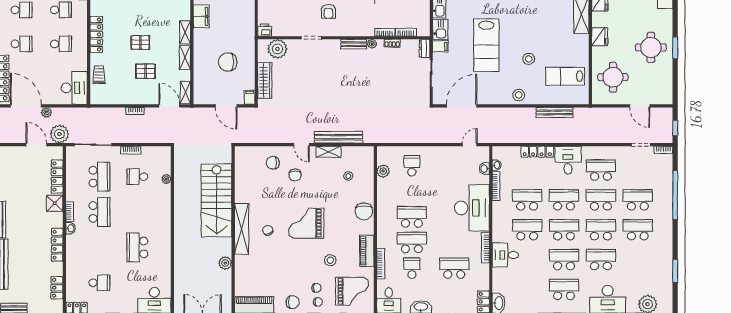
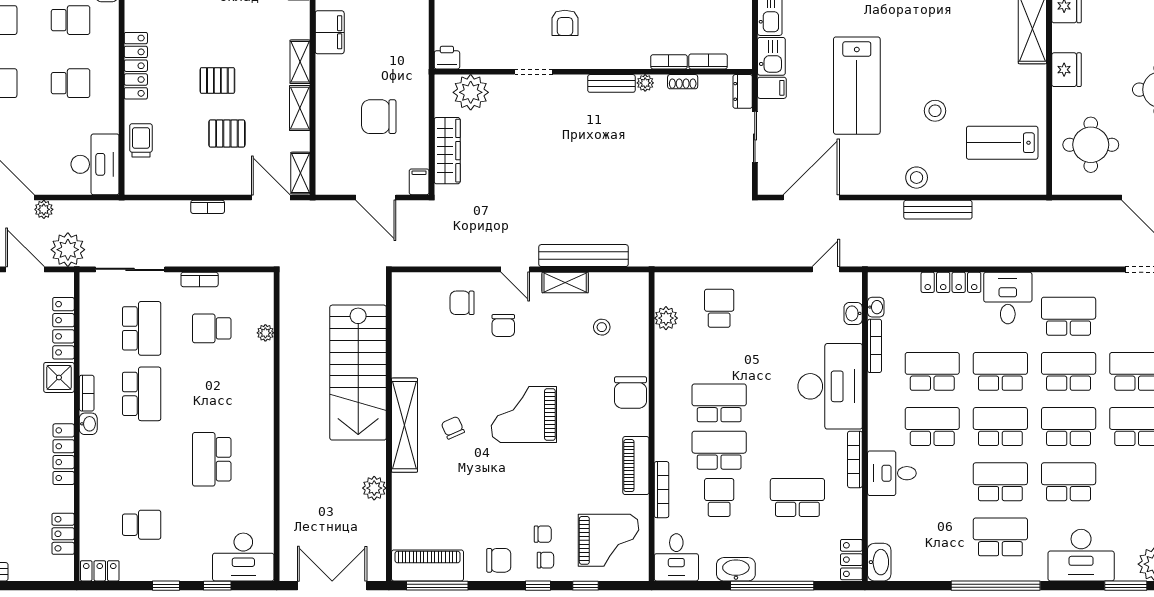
bench: (554, 112) -> (938, 210), moved
stool: (330, 260) -> (568, 483), removed

